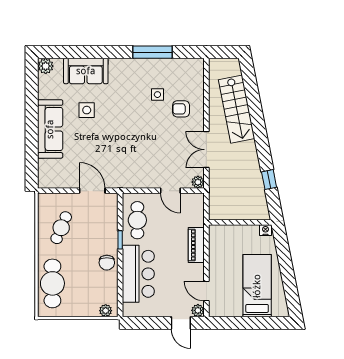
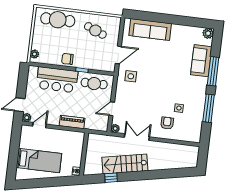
window: (99, 52) -> (213, 71), added
stairs: (237, 109) -> (125, 164), moved
side table: (87, 110) -> (131, 76), moved
sofa: (50, 129) -> (150, 30), moved

